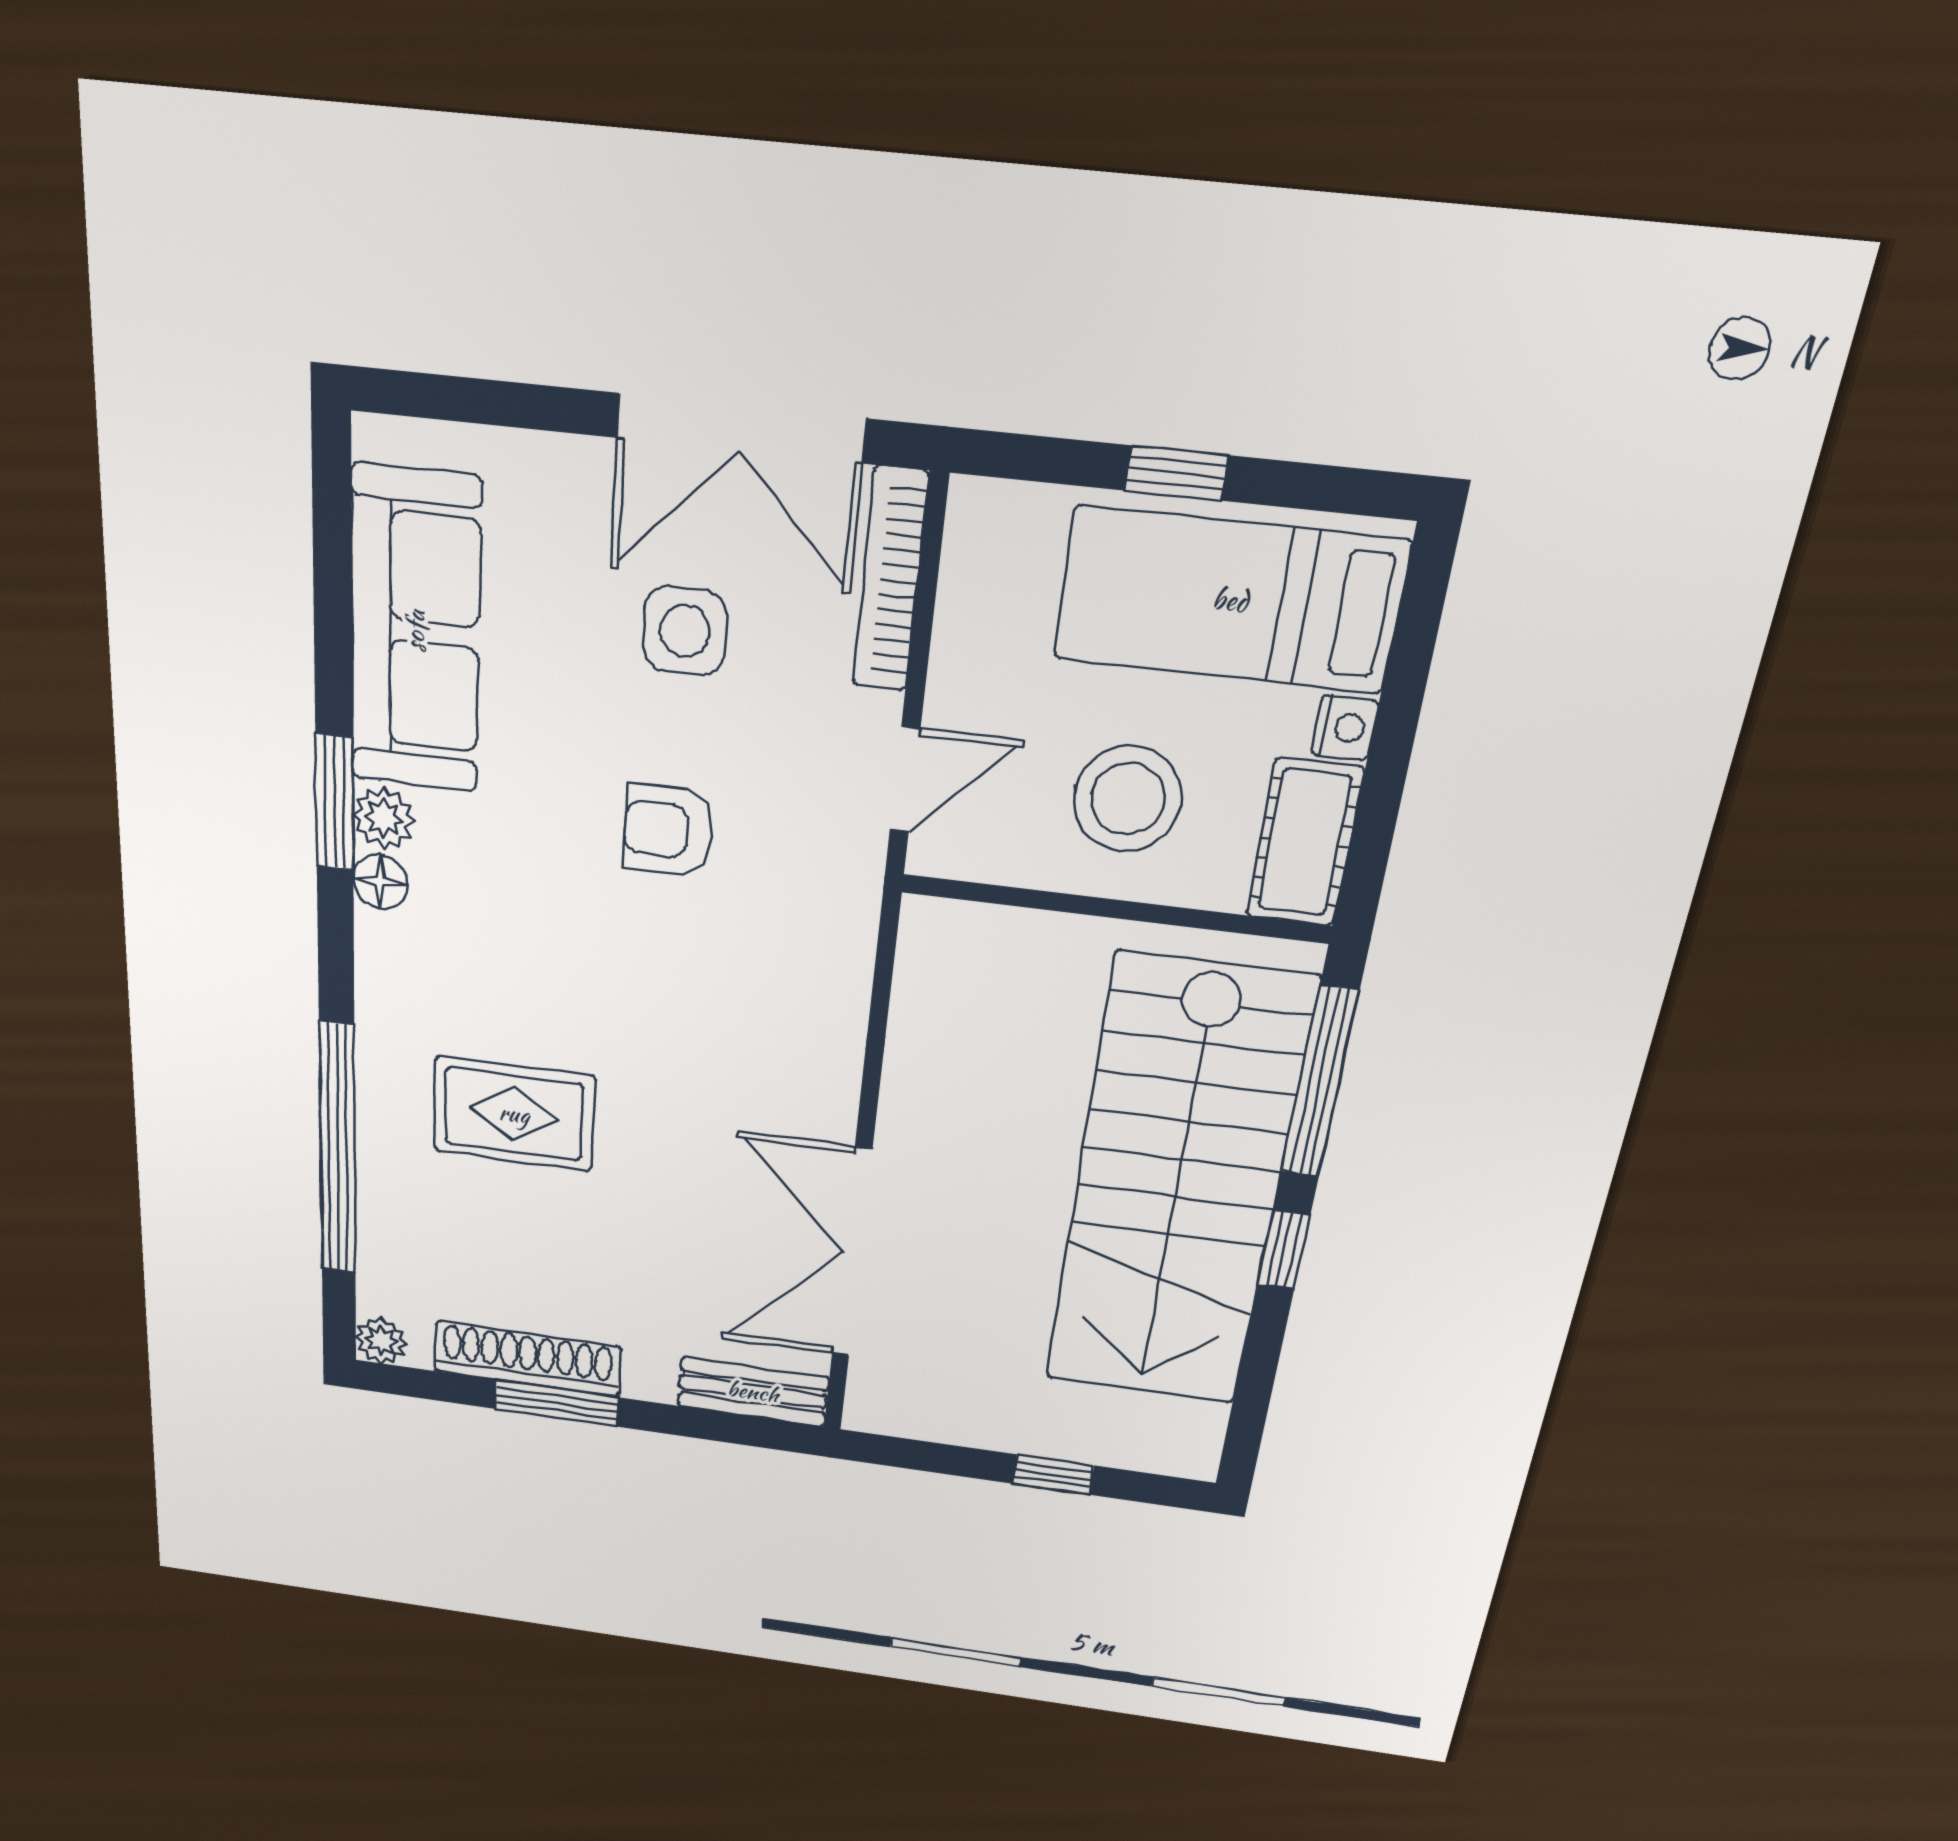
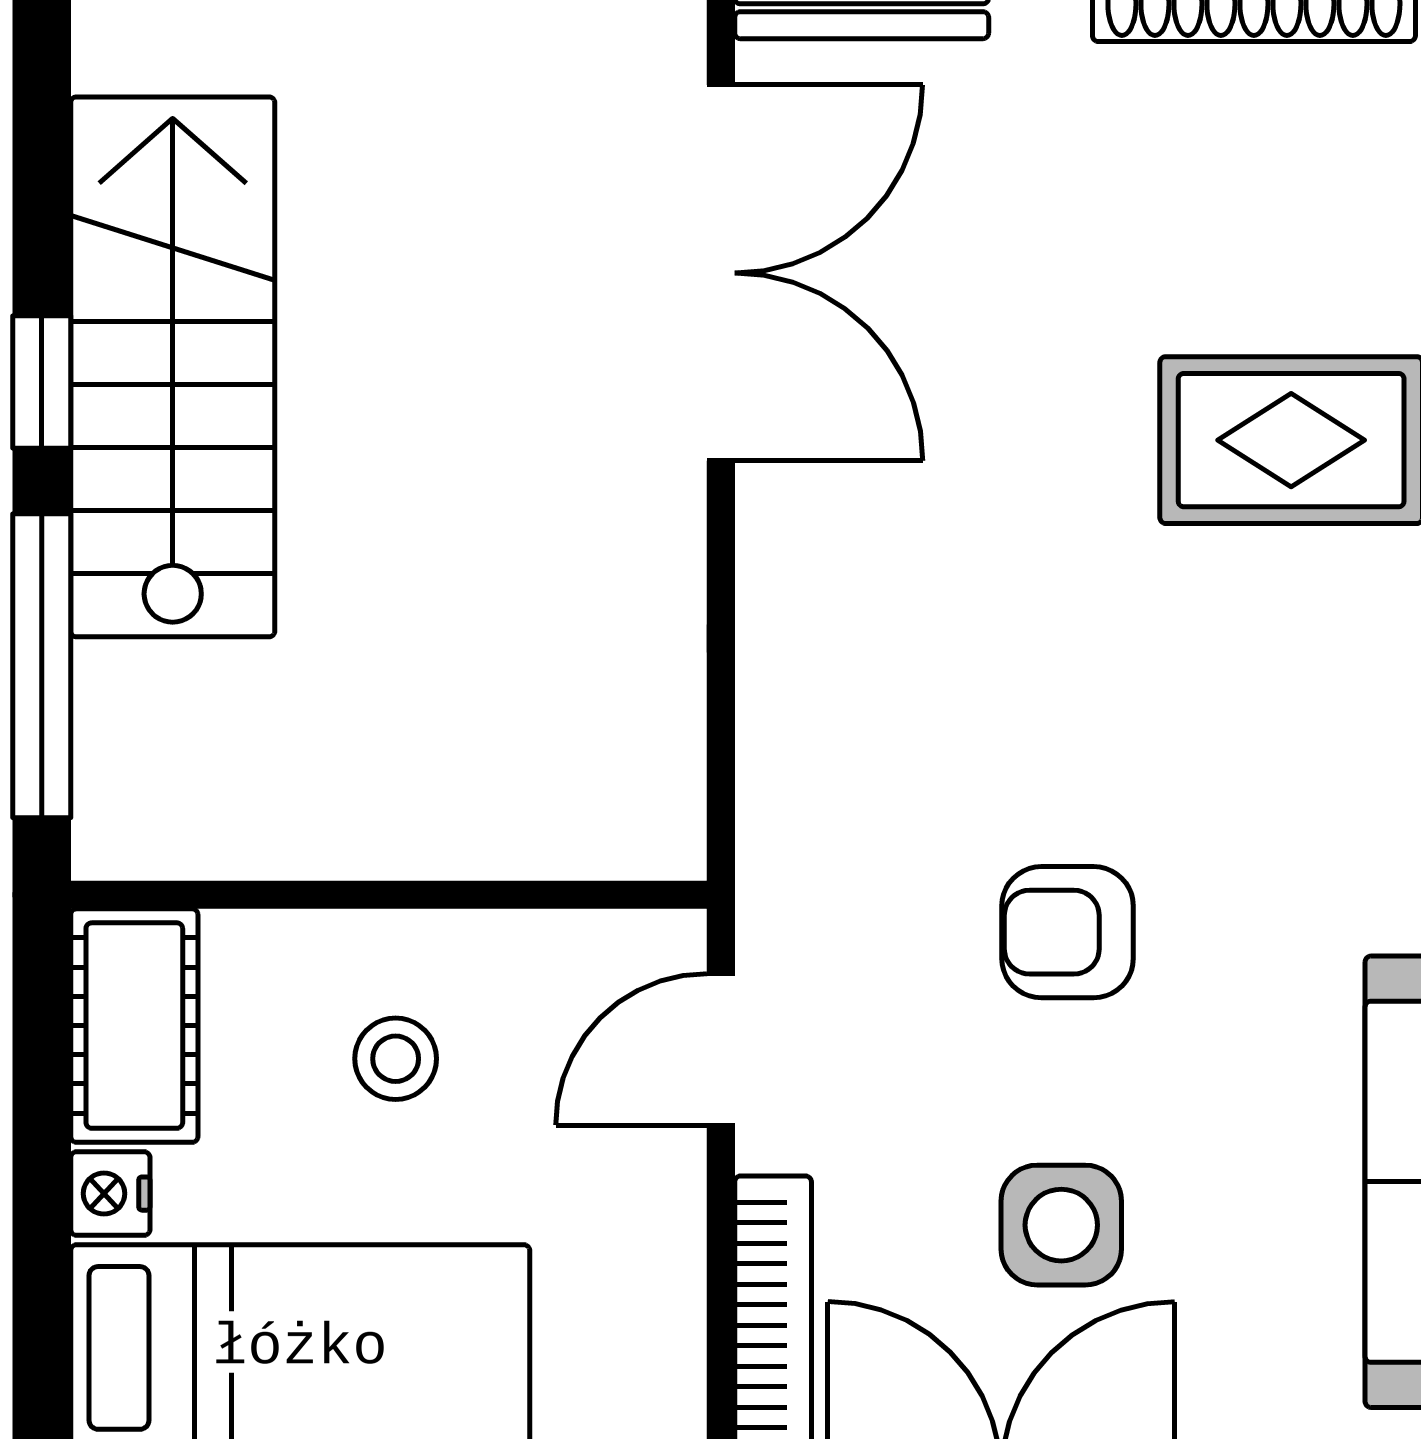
stool: (1128, 799) -> (396, 1059), width x0.53, depth x0.53
armchair: (668, 830) -> (1068, 932), turned 180
stairs: (1177, 1187) -> (173, 367), width x0.73, depth x0.66

